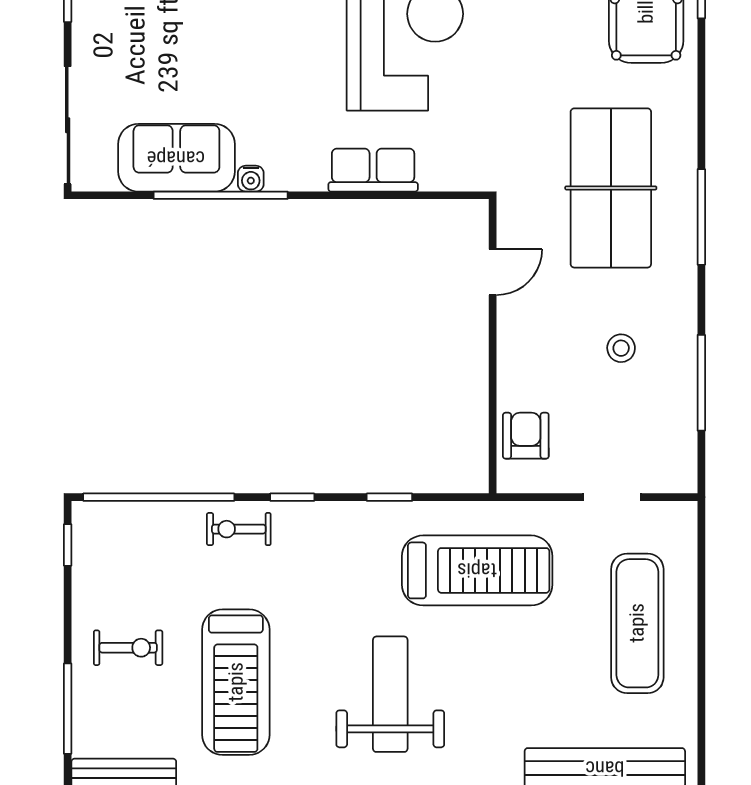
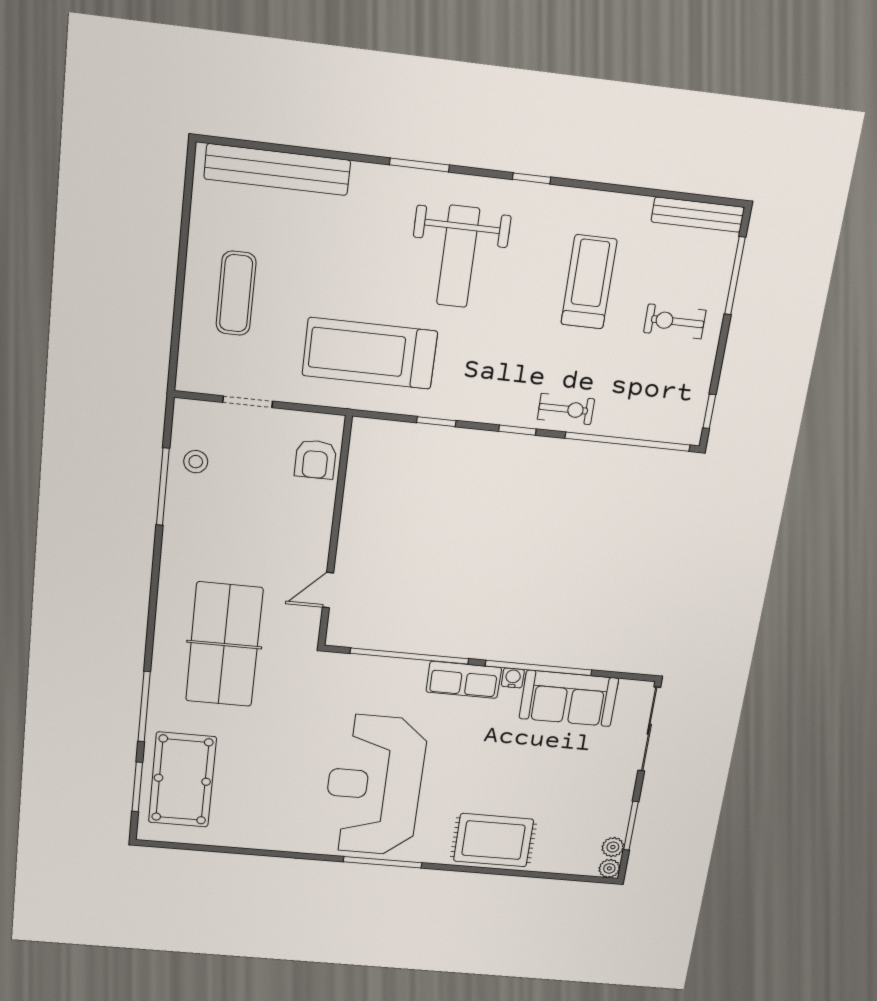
row of seats: (373, 170) -> (464, 680), moved
window: (383, 195) -> (409, 656), added
window: (701, 217) -> (144, 707), moved
stool: (621, 348) -> (196, 462), moved
exercise mat: (637, 623) -> (236, 293), width x0.73, depth x0.69
treadmill: (236, 682) -> (589, 282), width x0.73, depth x0.73

